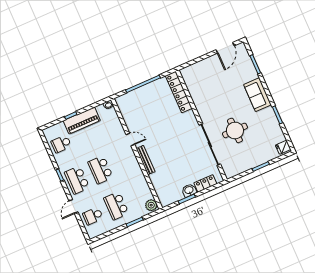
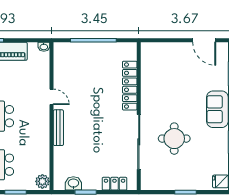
door: (225, 48) -> (204, 40), hinge flipped
locker: (179, 92) -> (130, 86), moved
washbasin: (189, 190) -> (73, 183), moved

